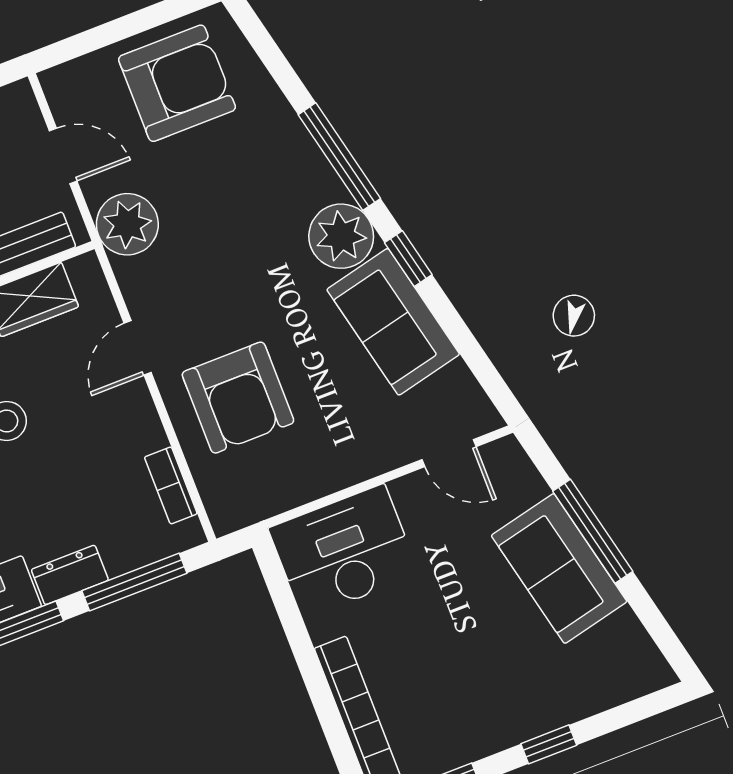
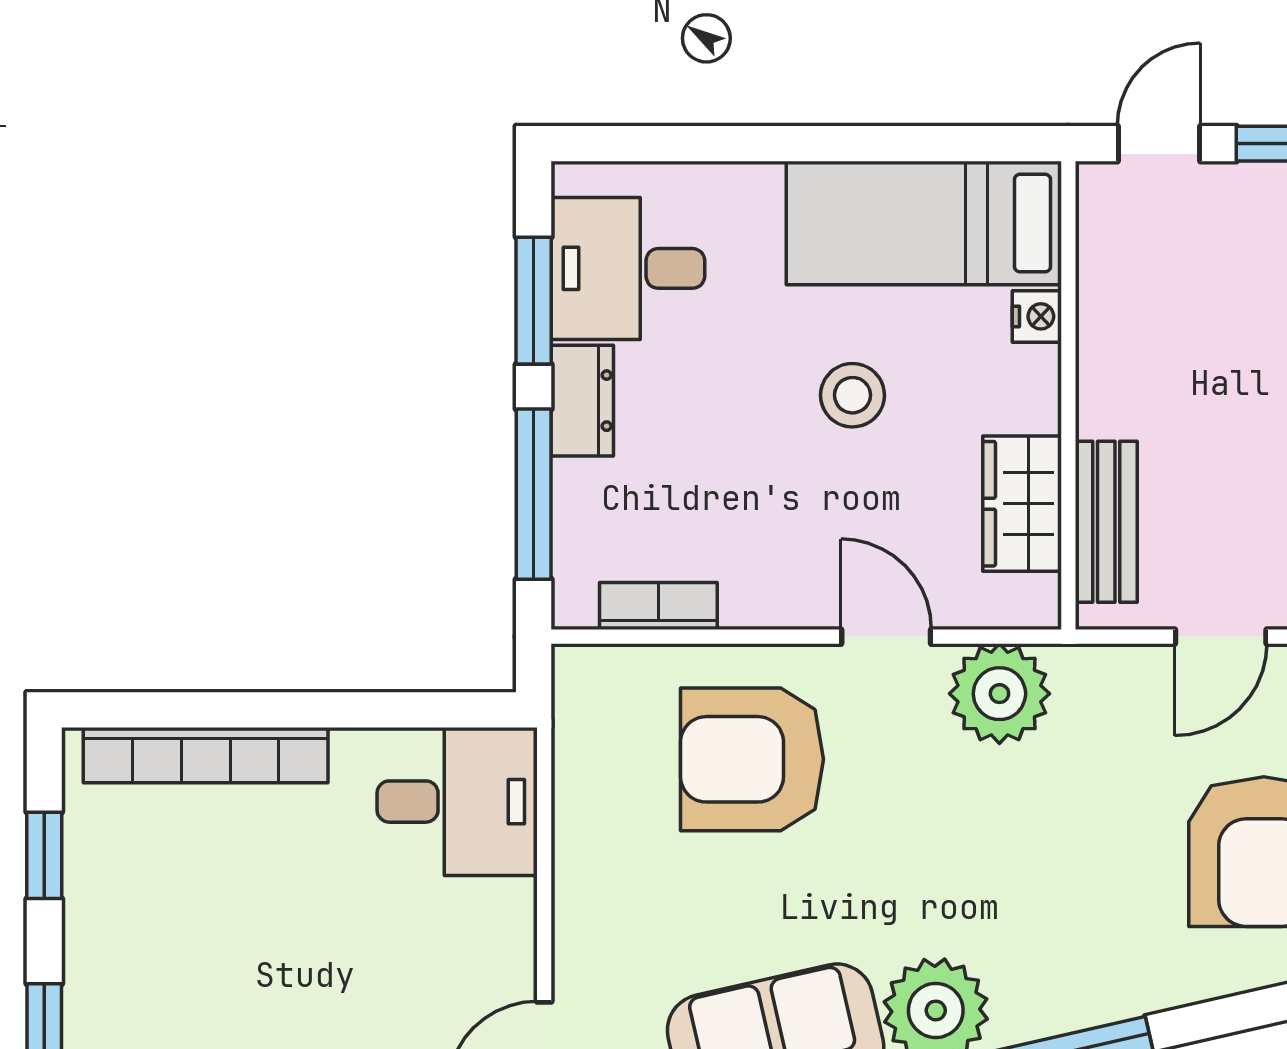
plant: (127, 224) -> (999, 694), moved
desk: (344, 551) -> (457, 802), width x0.73

